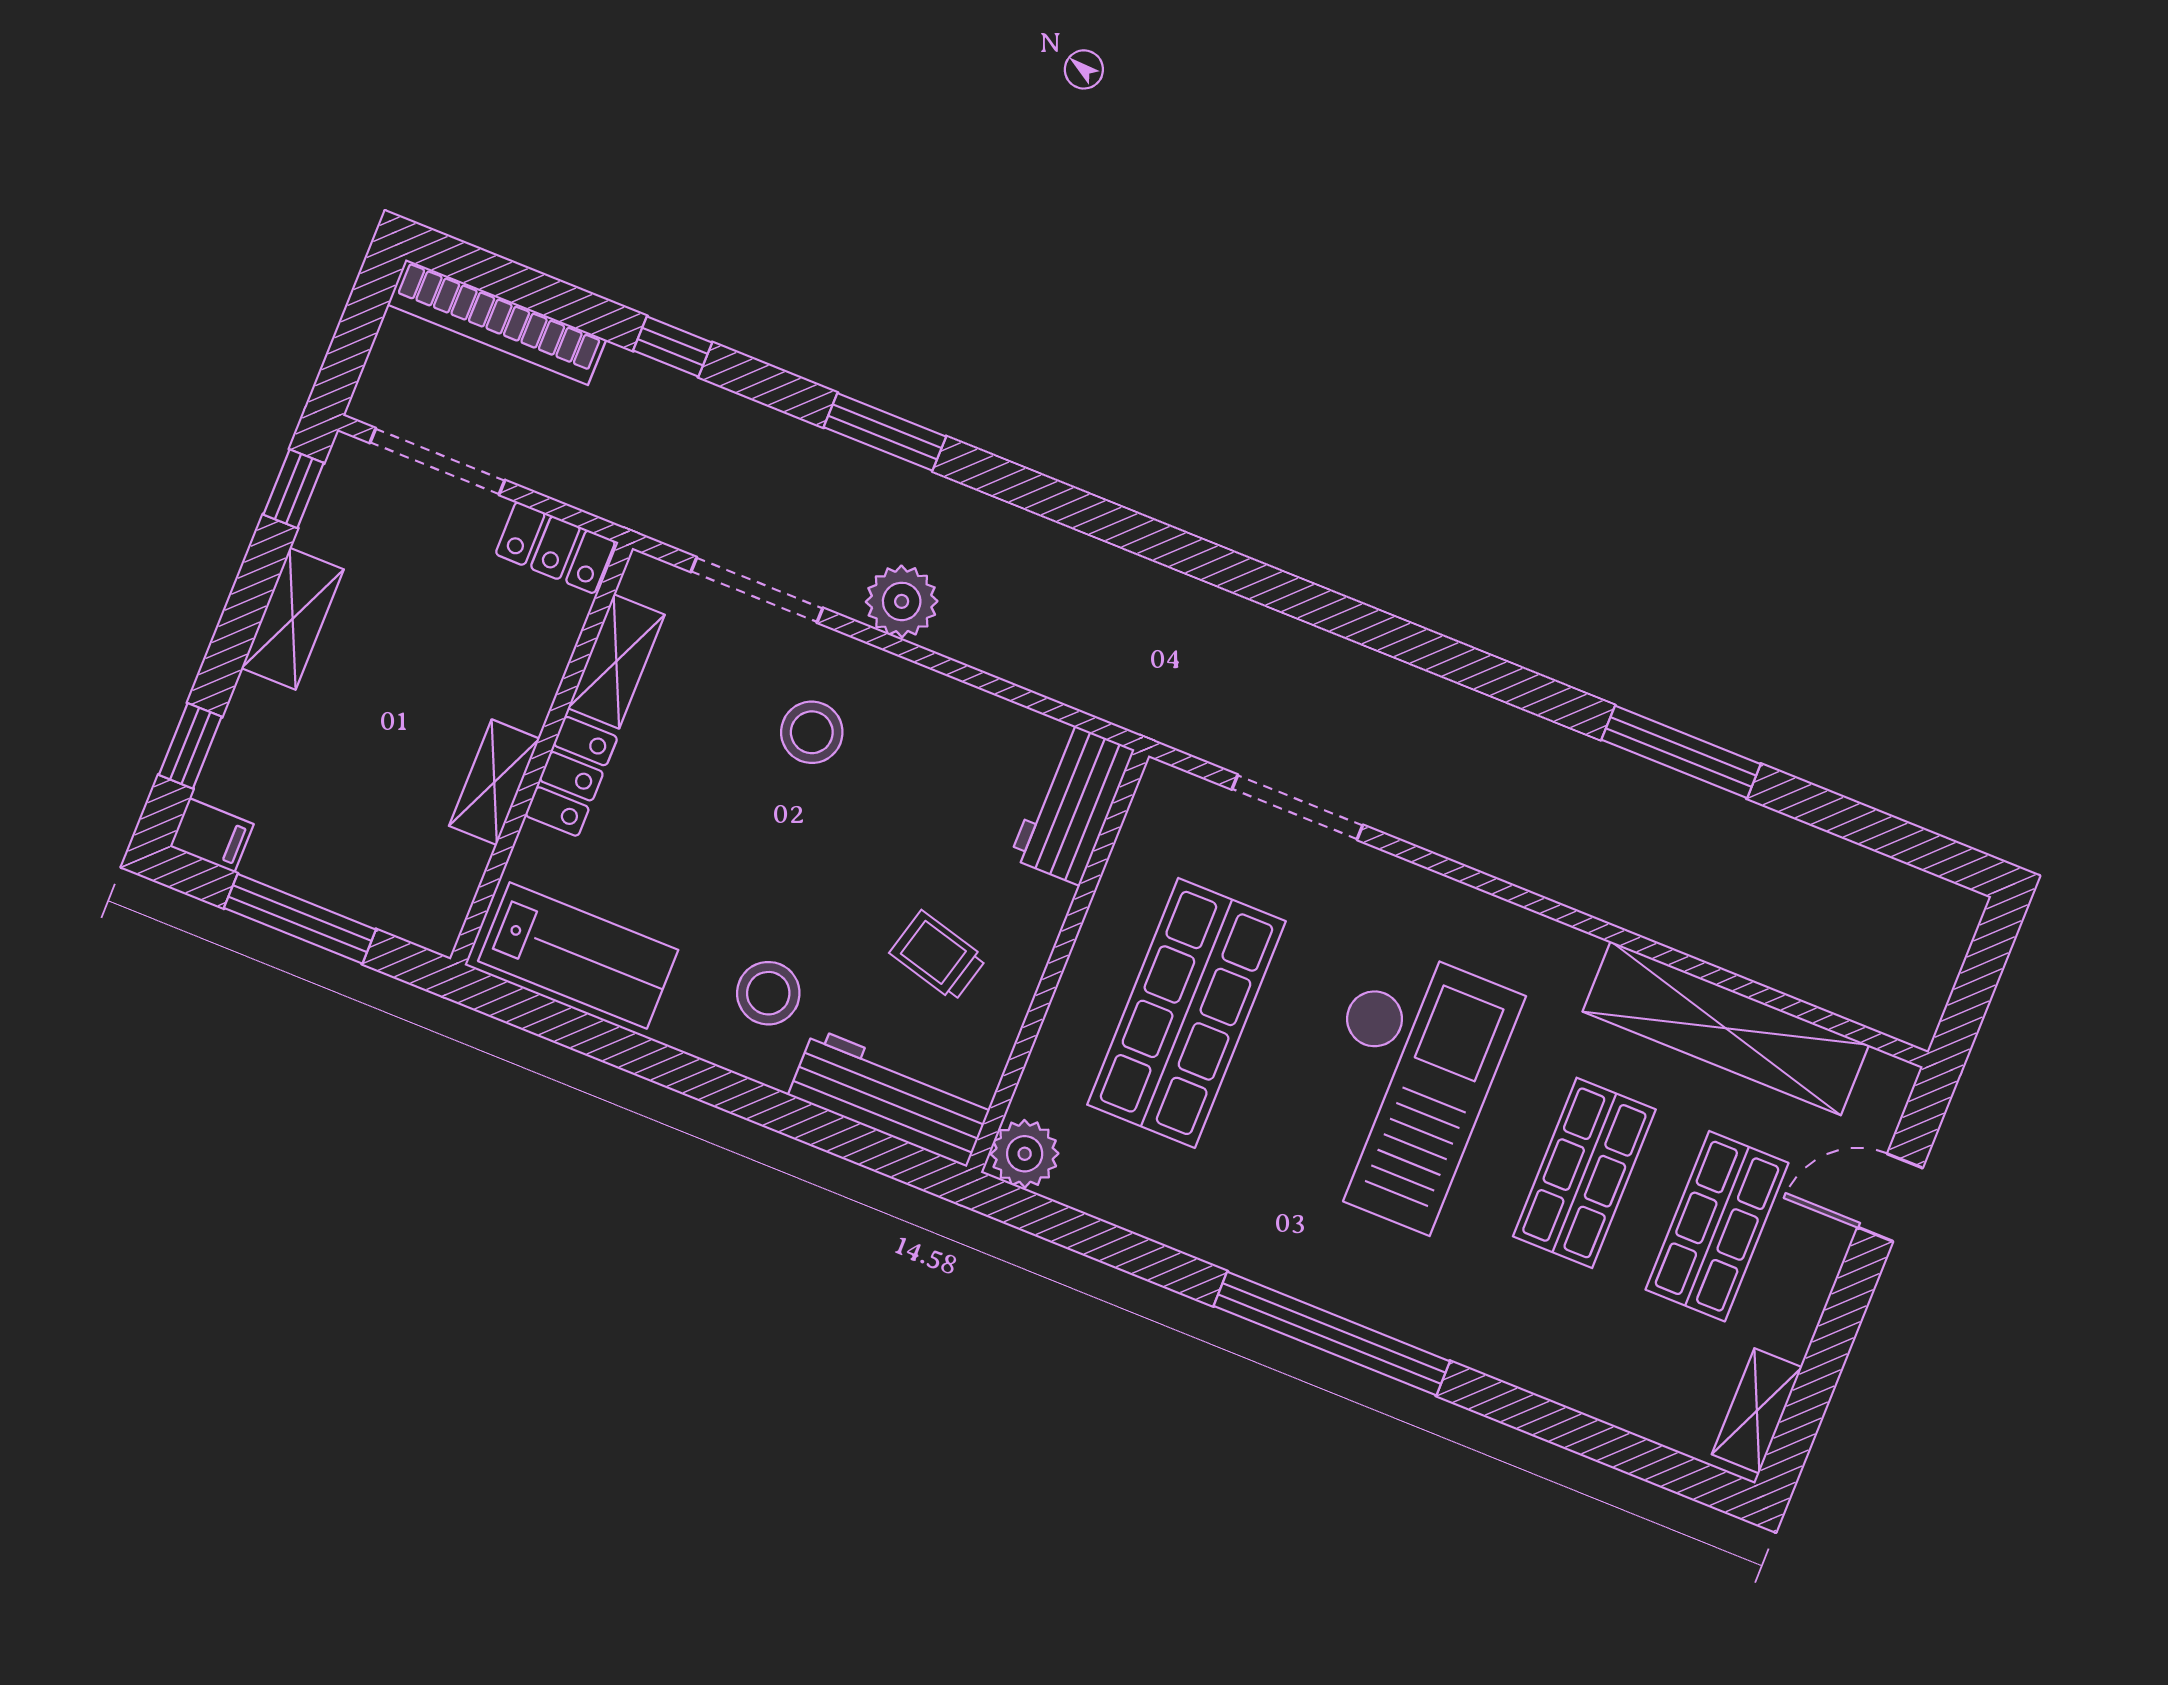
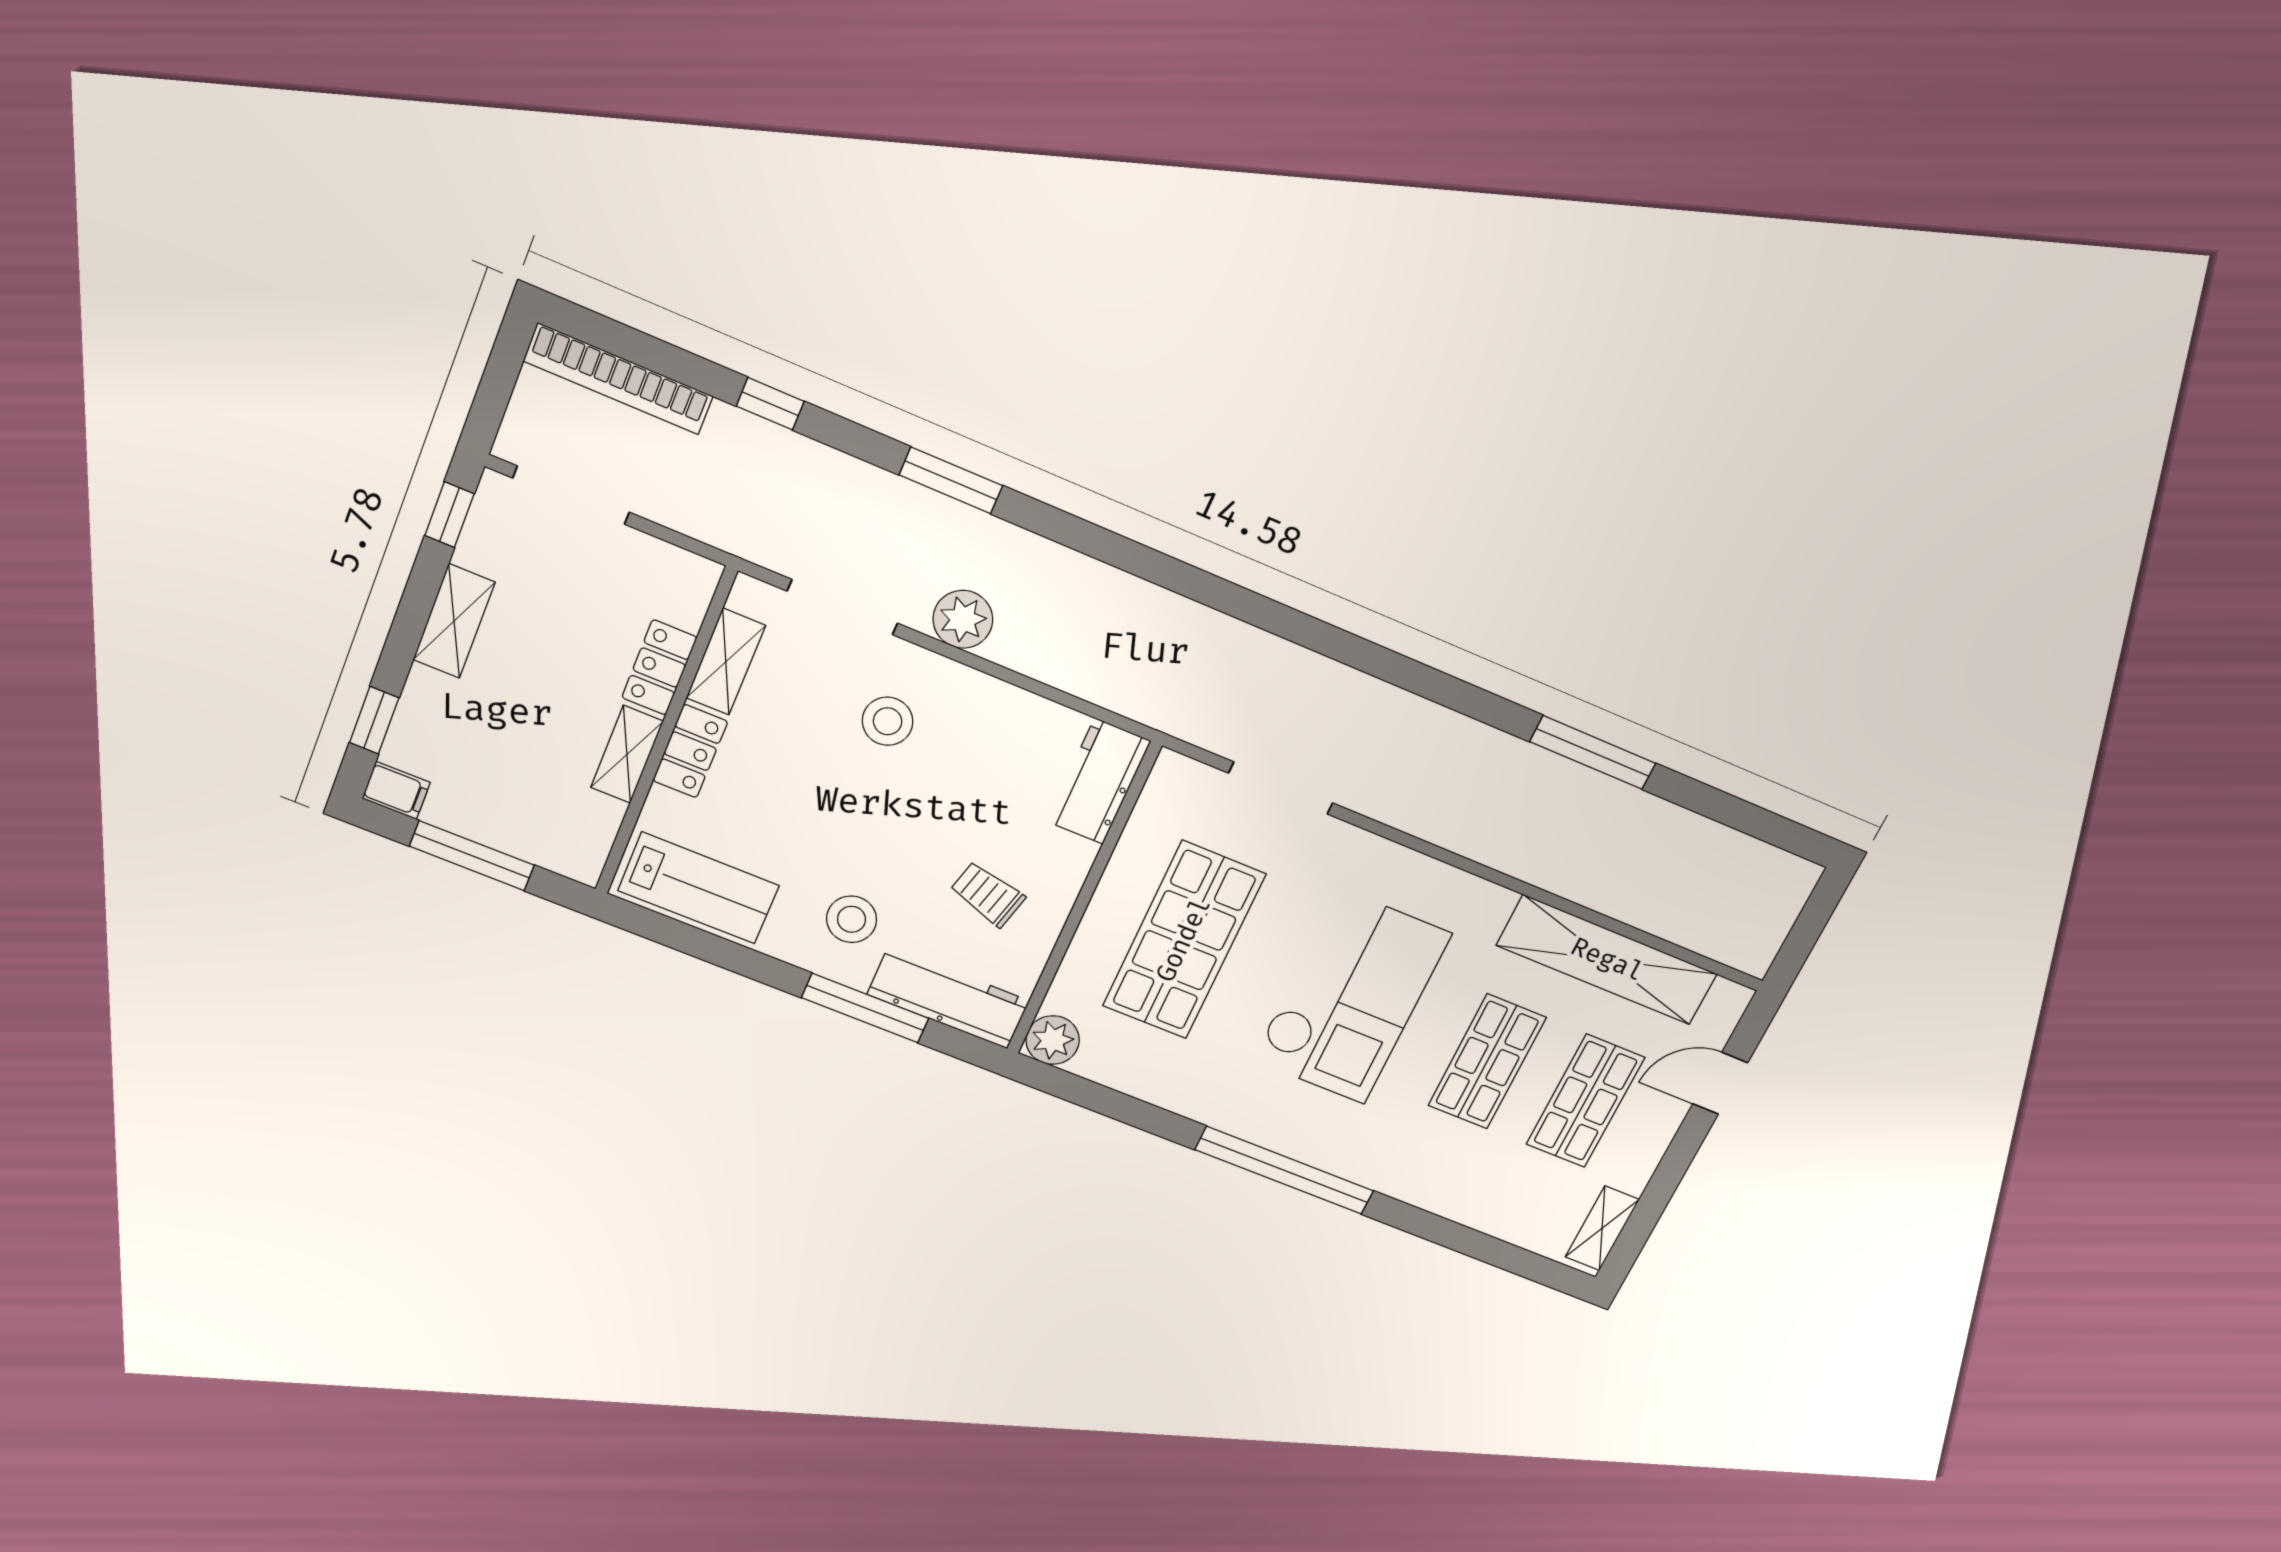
locker: (555, 548) -> (659, 667), moved, turned 90
window: (786, 1114) -> (865, 1008), added

